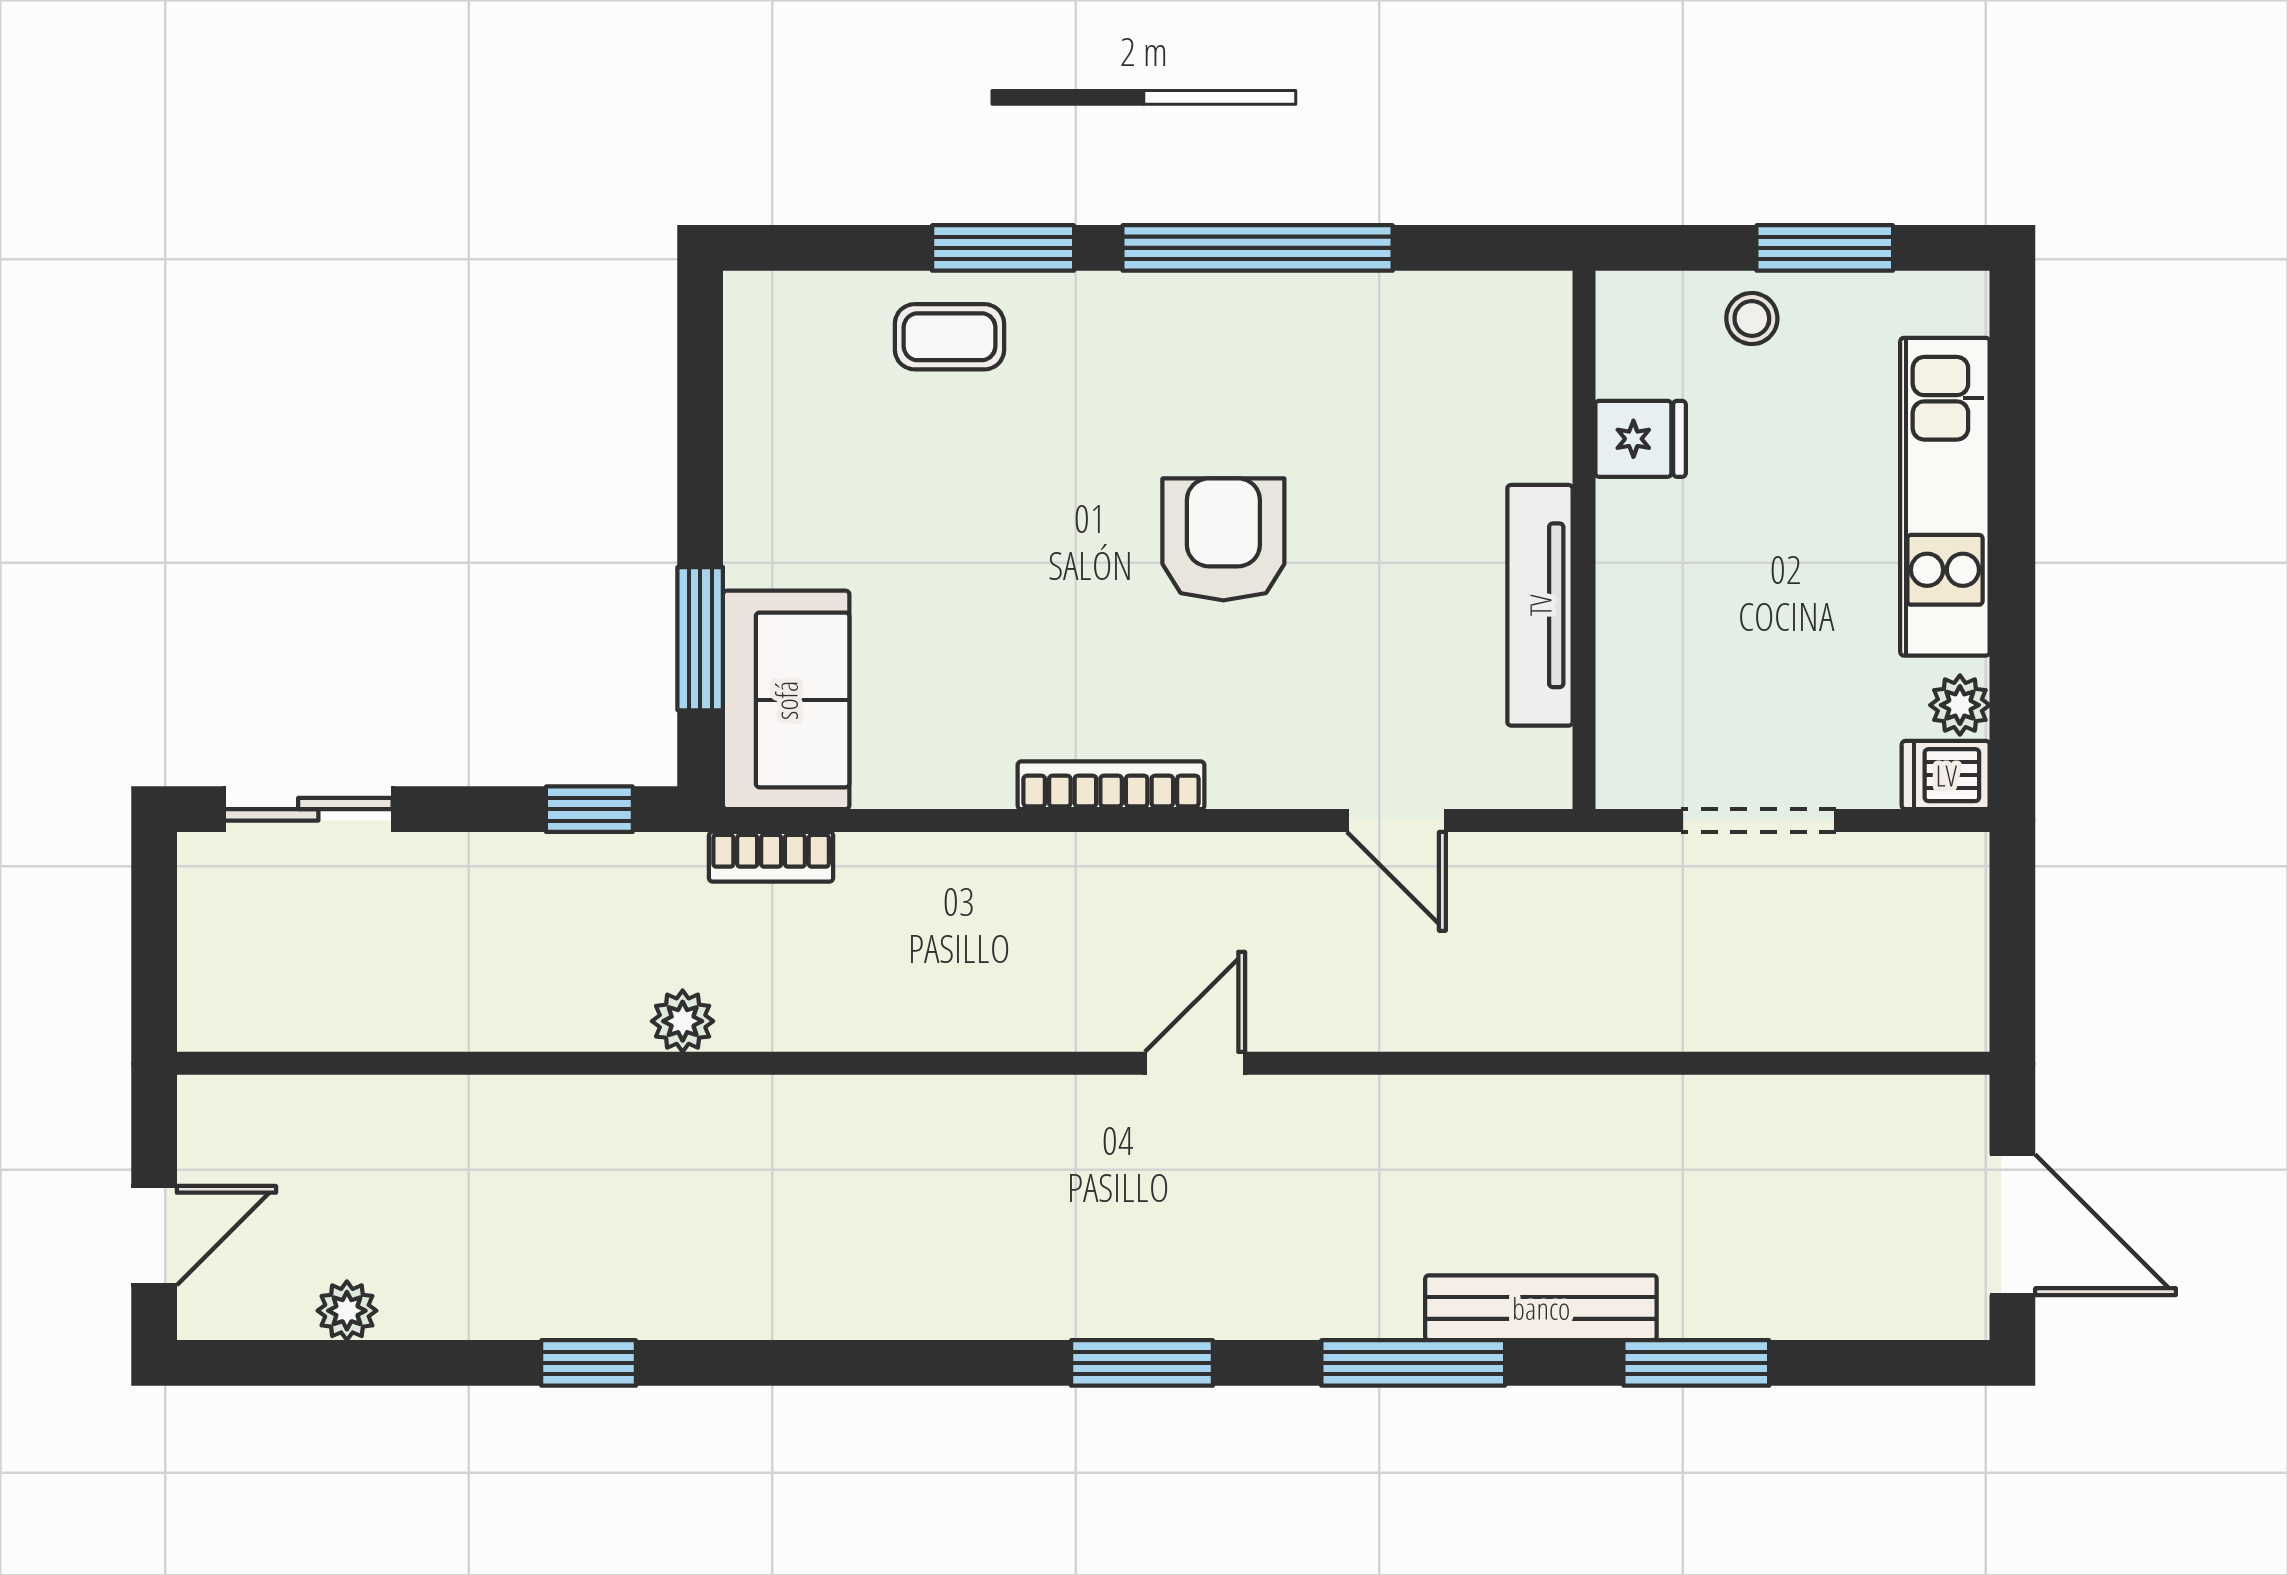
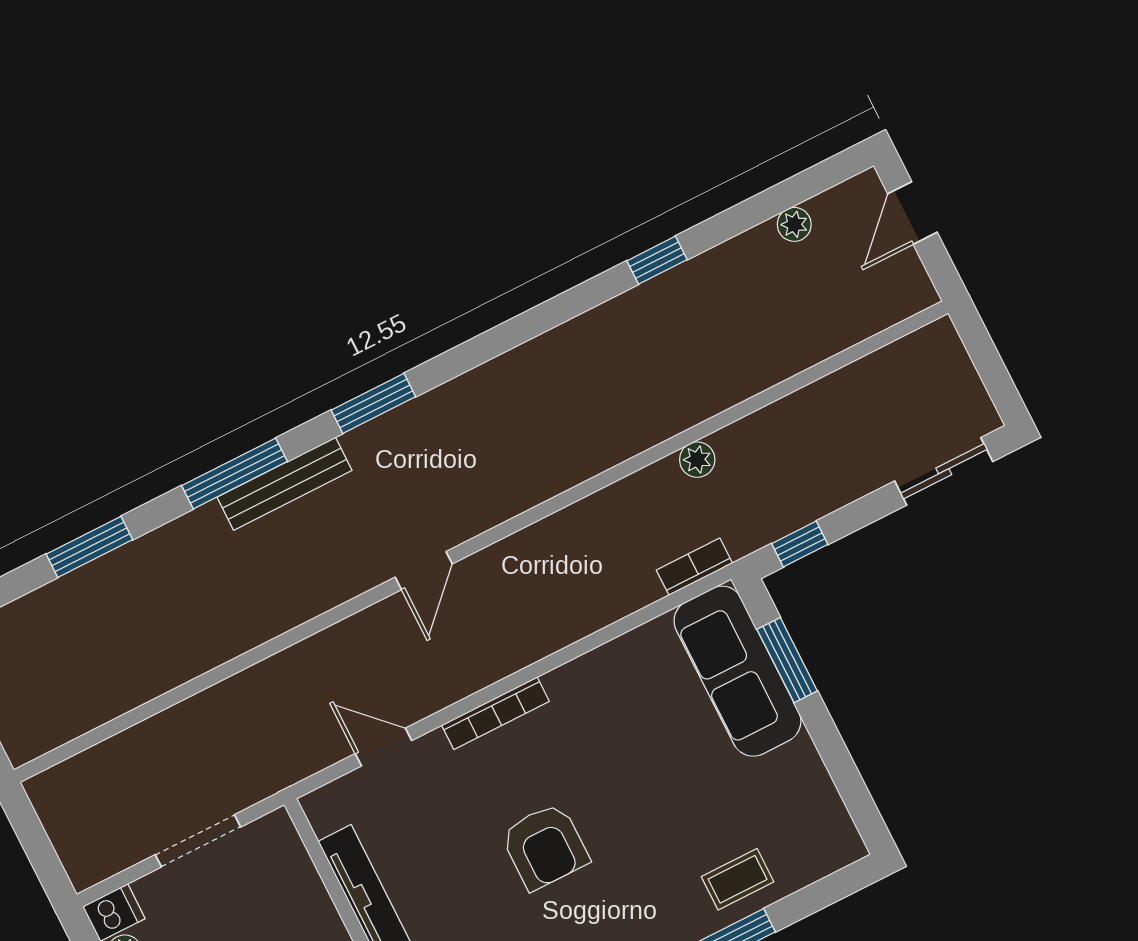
sofa: (786, 700) -> (737, 671), width x1.36
bookcase: (1111, 785) -> (495, 713), moved
bench: (1541, 1308) -> (284, 484), moved

